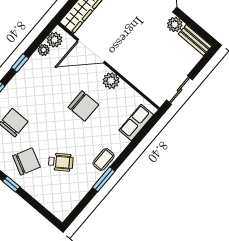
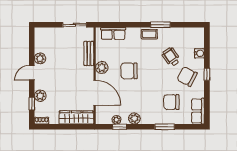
plant: (55, 40) -> (134, 118), moved
bench: (195, 40) -> (89, 53), moved
window: (20, 63) -> (119, 127), moved
chair: (83, 106) -> (129, 71), turned -90
water cooler: (40, 195) -> (199, 53), added

